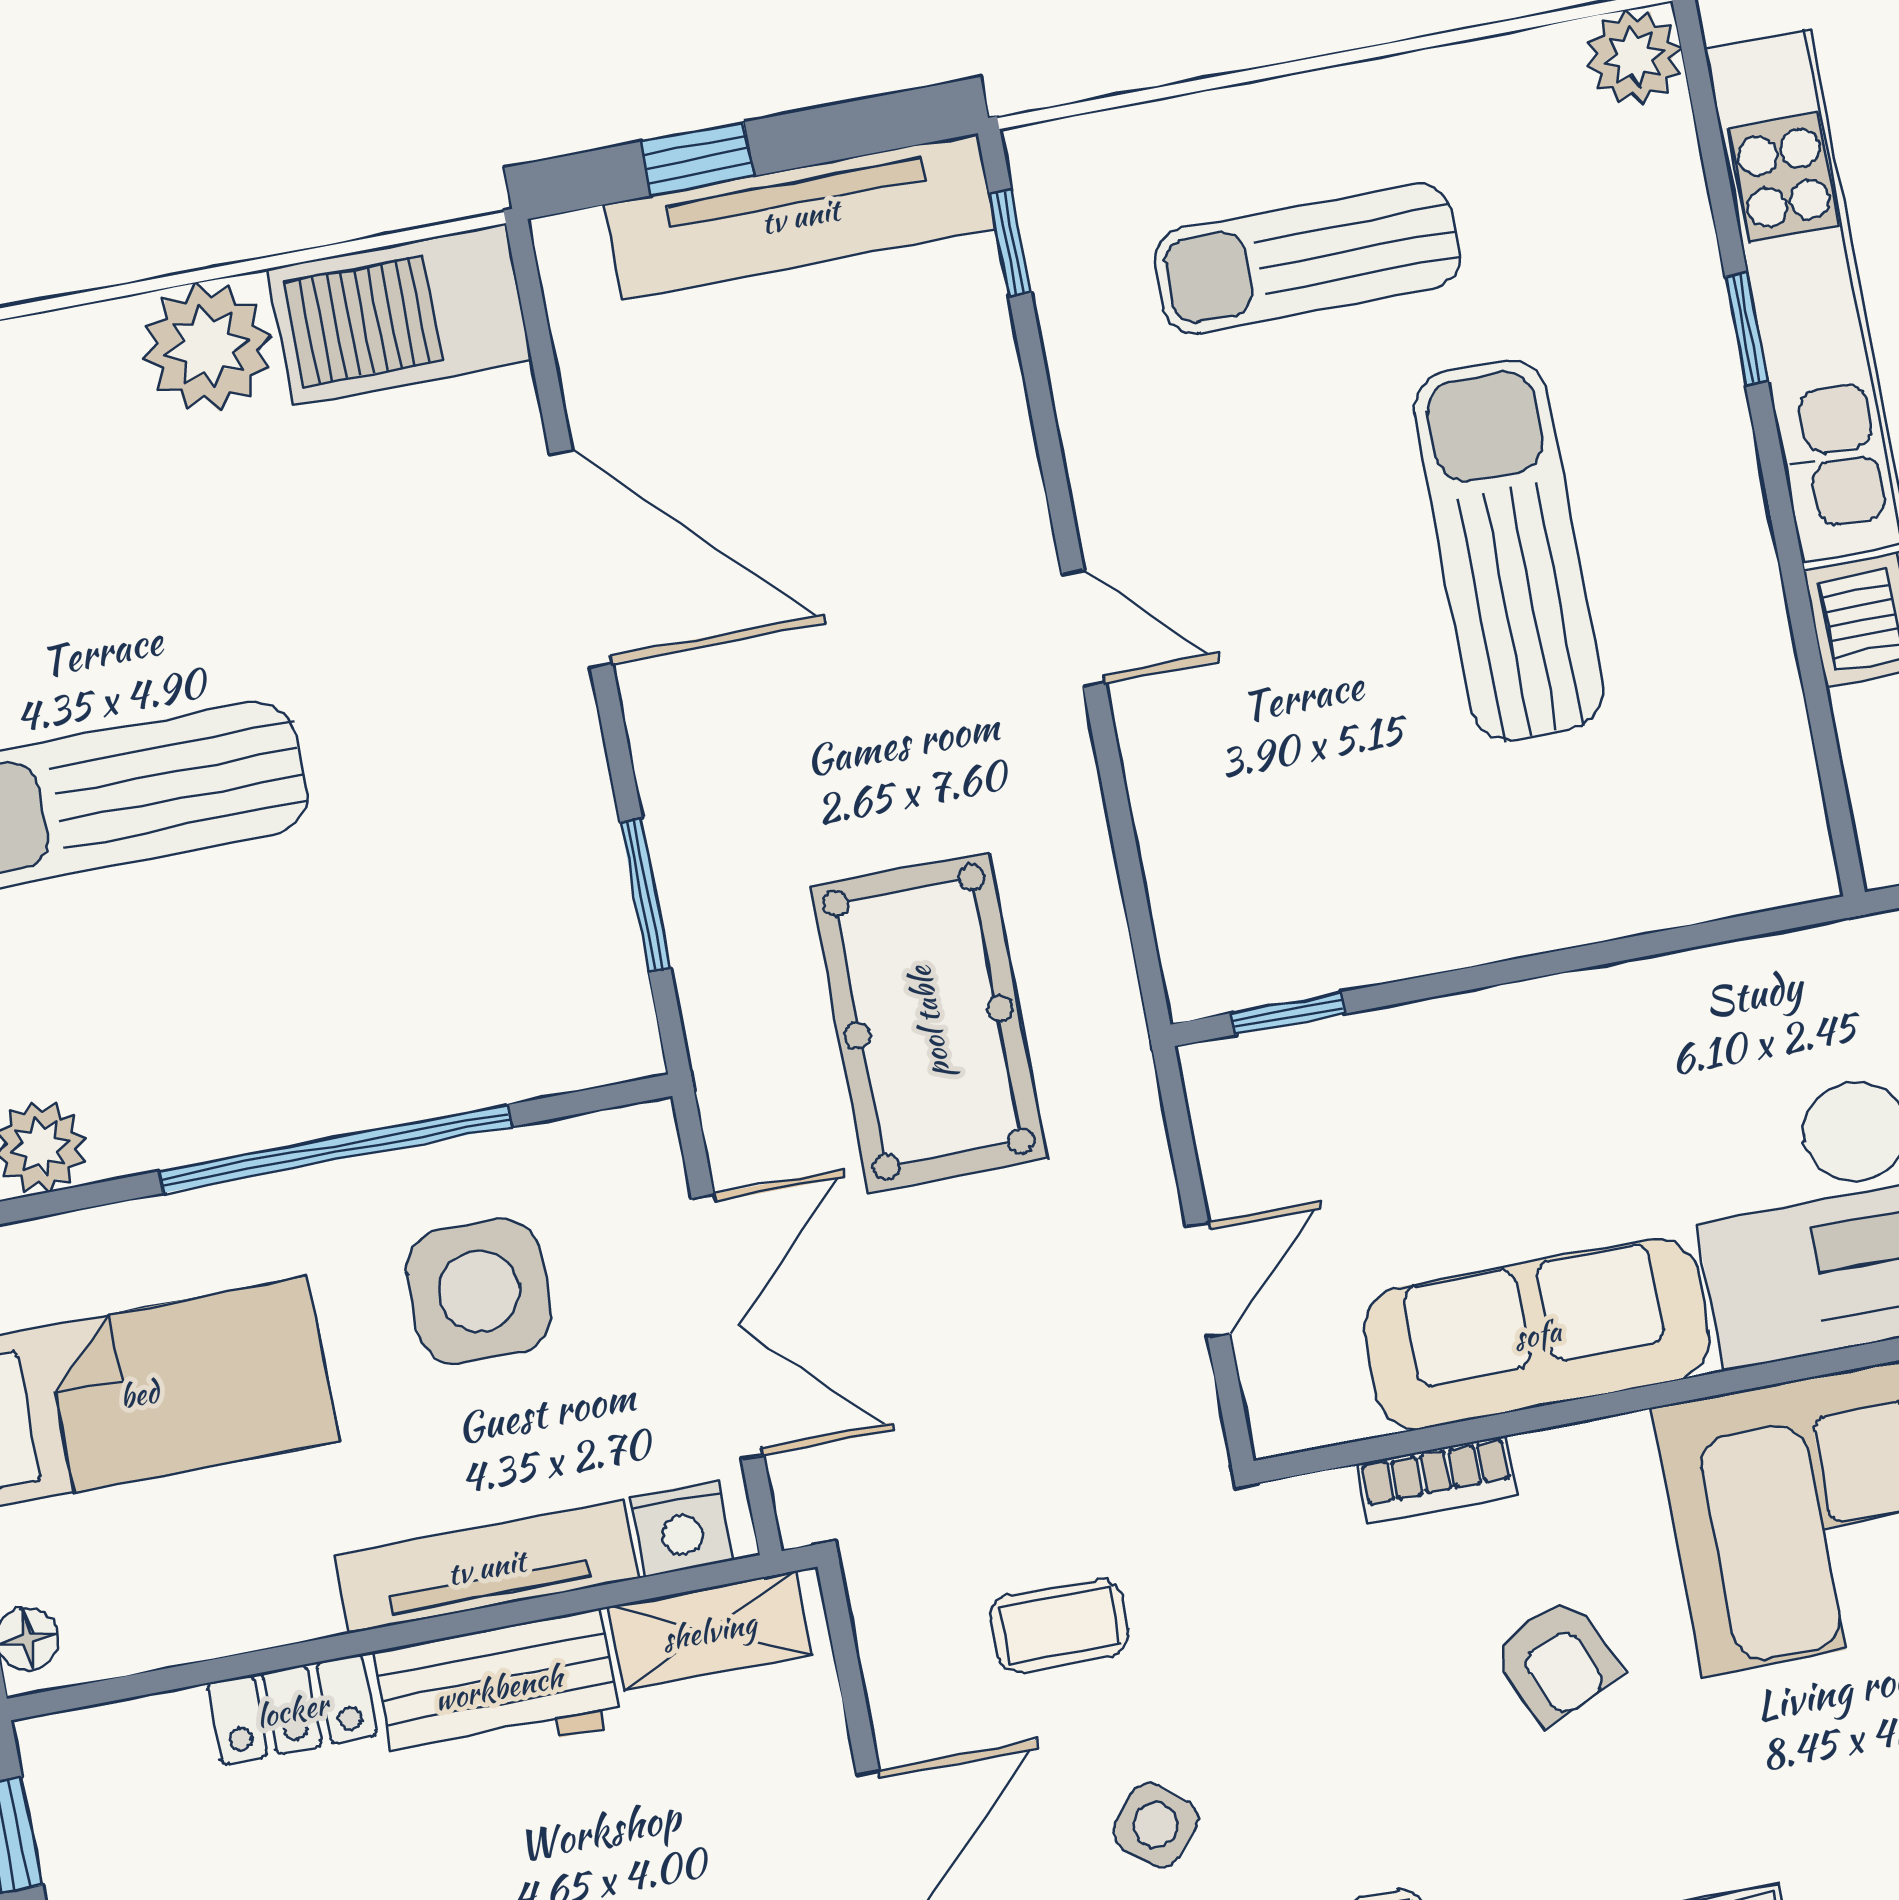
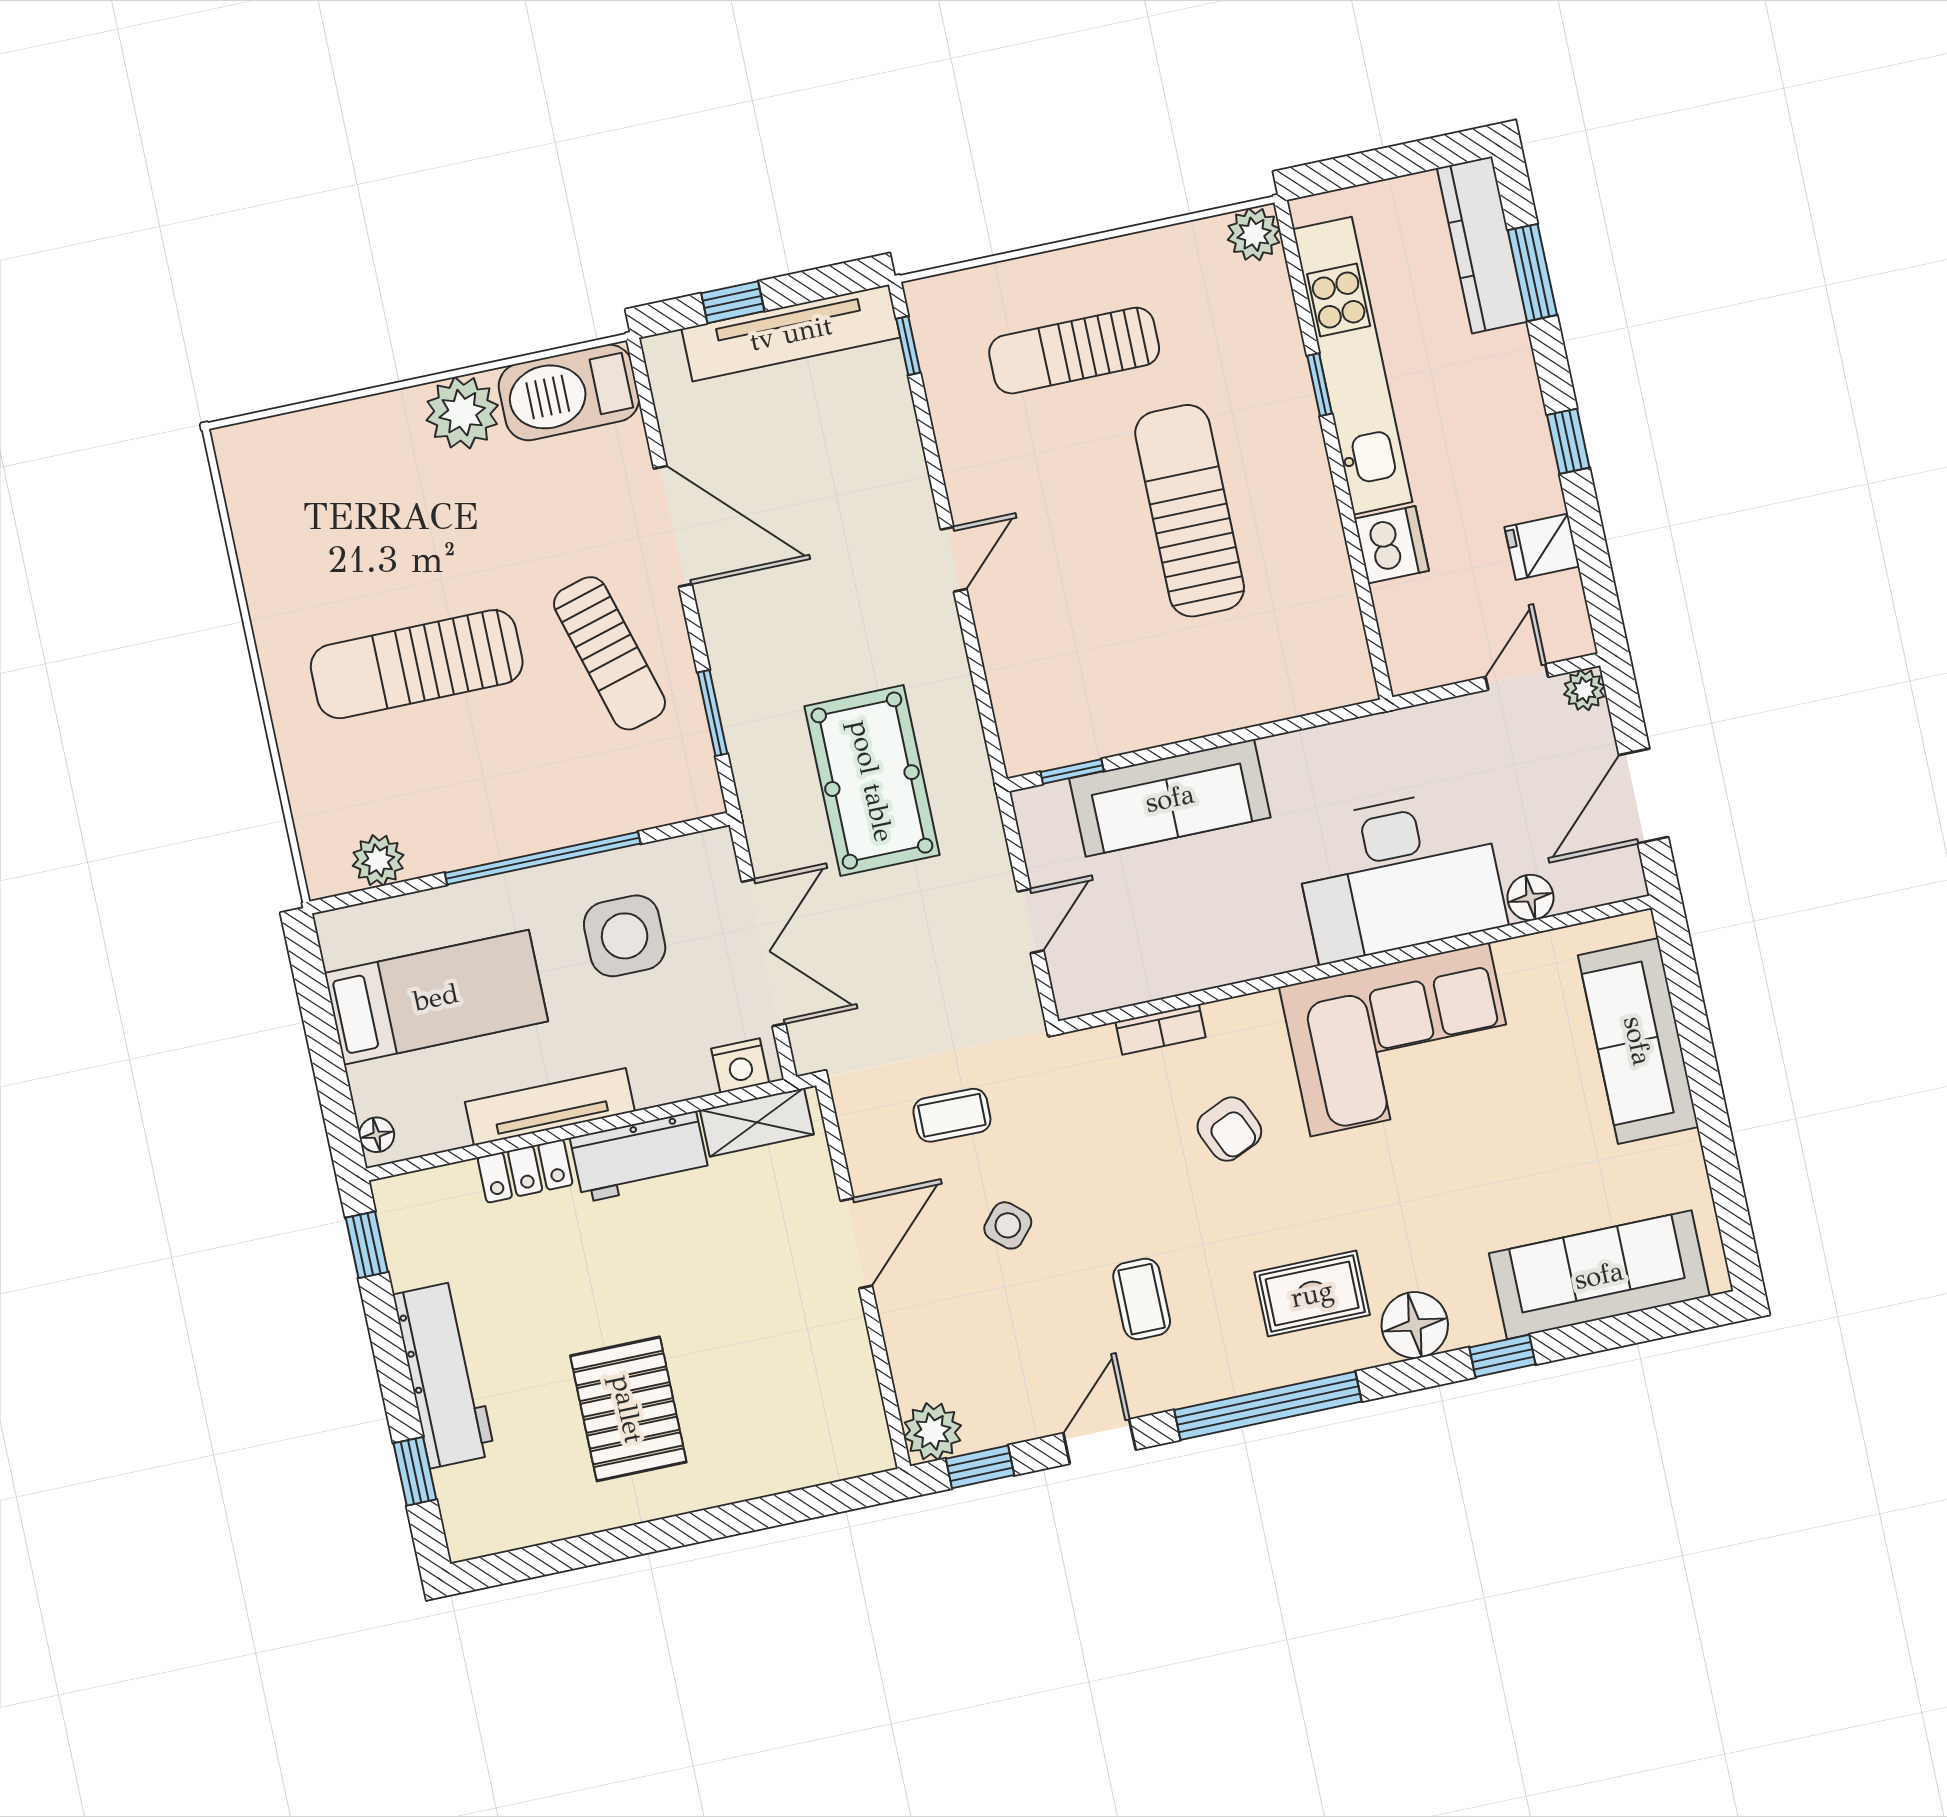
door: (1084, 628) -> (954, 559), hinge flipped
sun lounger: (463, 784) -> (609, 653), added
sofa: (1537, 1334) -> (1170, 798), moved, turned 180
tv unit: (486, 1567) -> (550, 1107), moved

